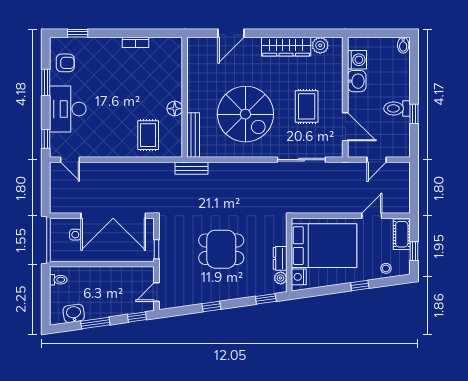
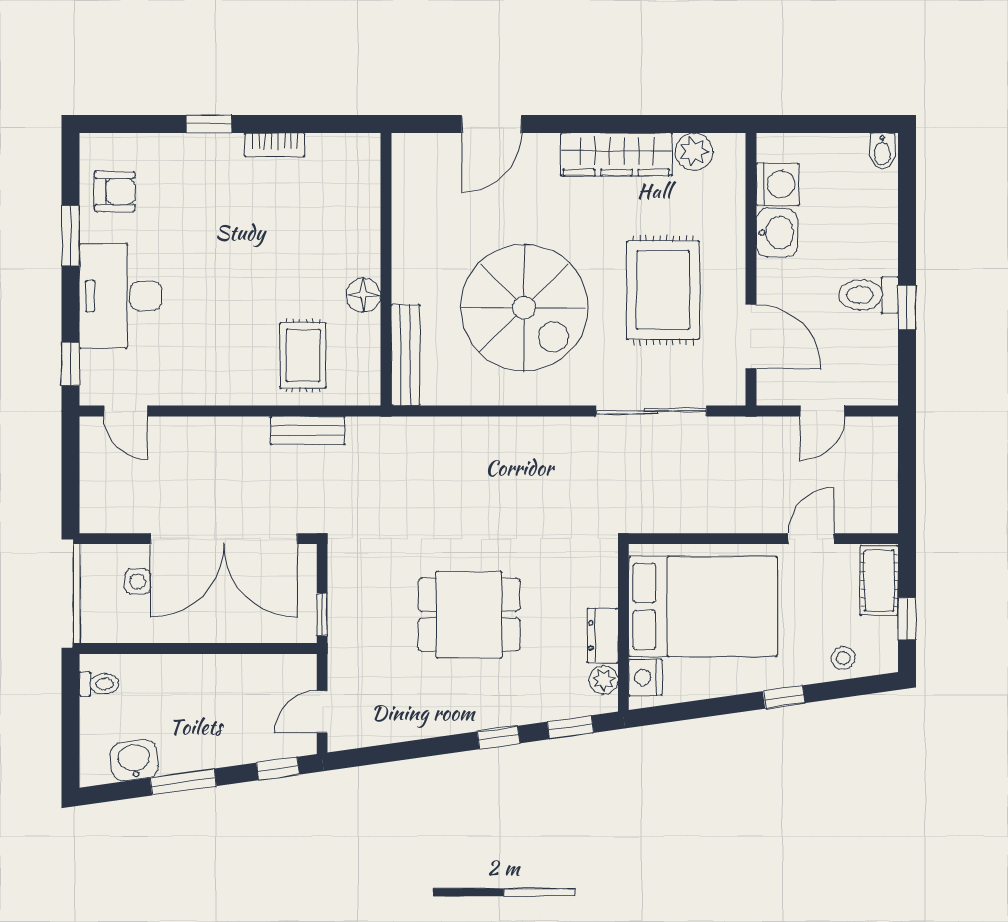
window: (78, 33) -> (209, 124), moved
rug: (307, 106) -> (663, 290), width x1.36, depth x1.43
bench: (191, 168) -> (307, 431), moved
window: (211, 307) -> (498, 737), moved

